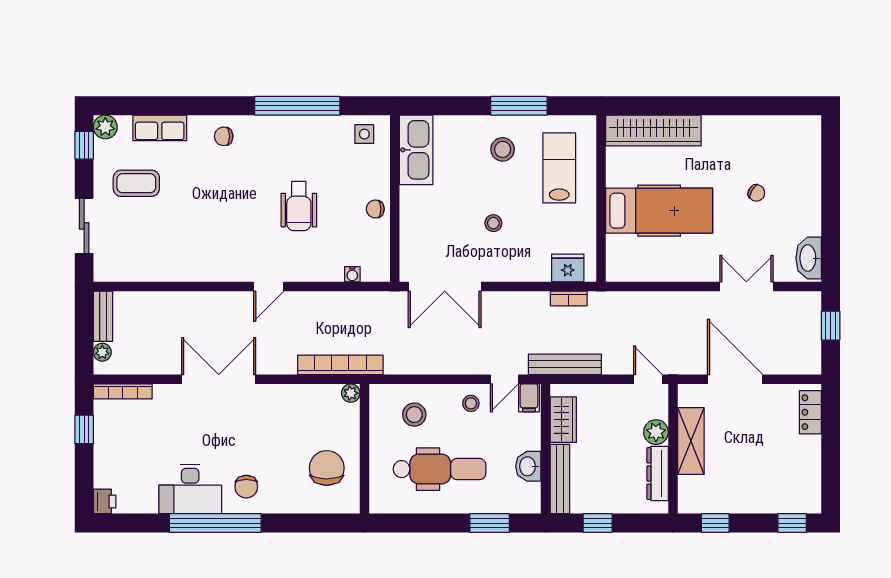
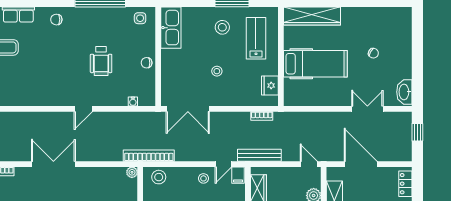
fridge: (568, 268) -> (270, 85), moved, turned -90
bookcase: (340, 365) -> (149, 156), moved
stool: (414, 415) -> (159, 177), moved

